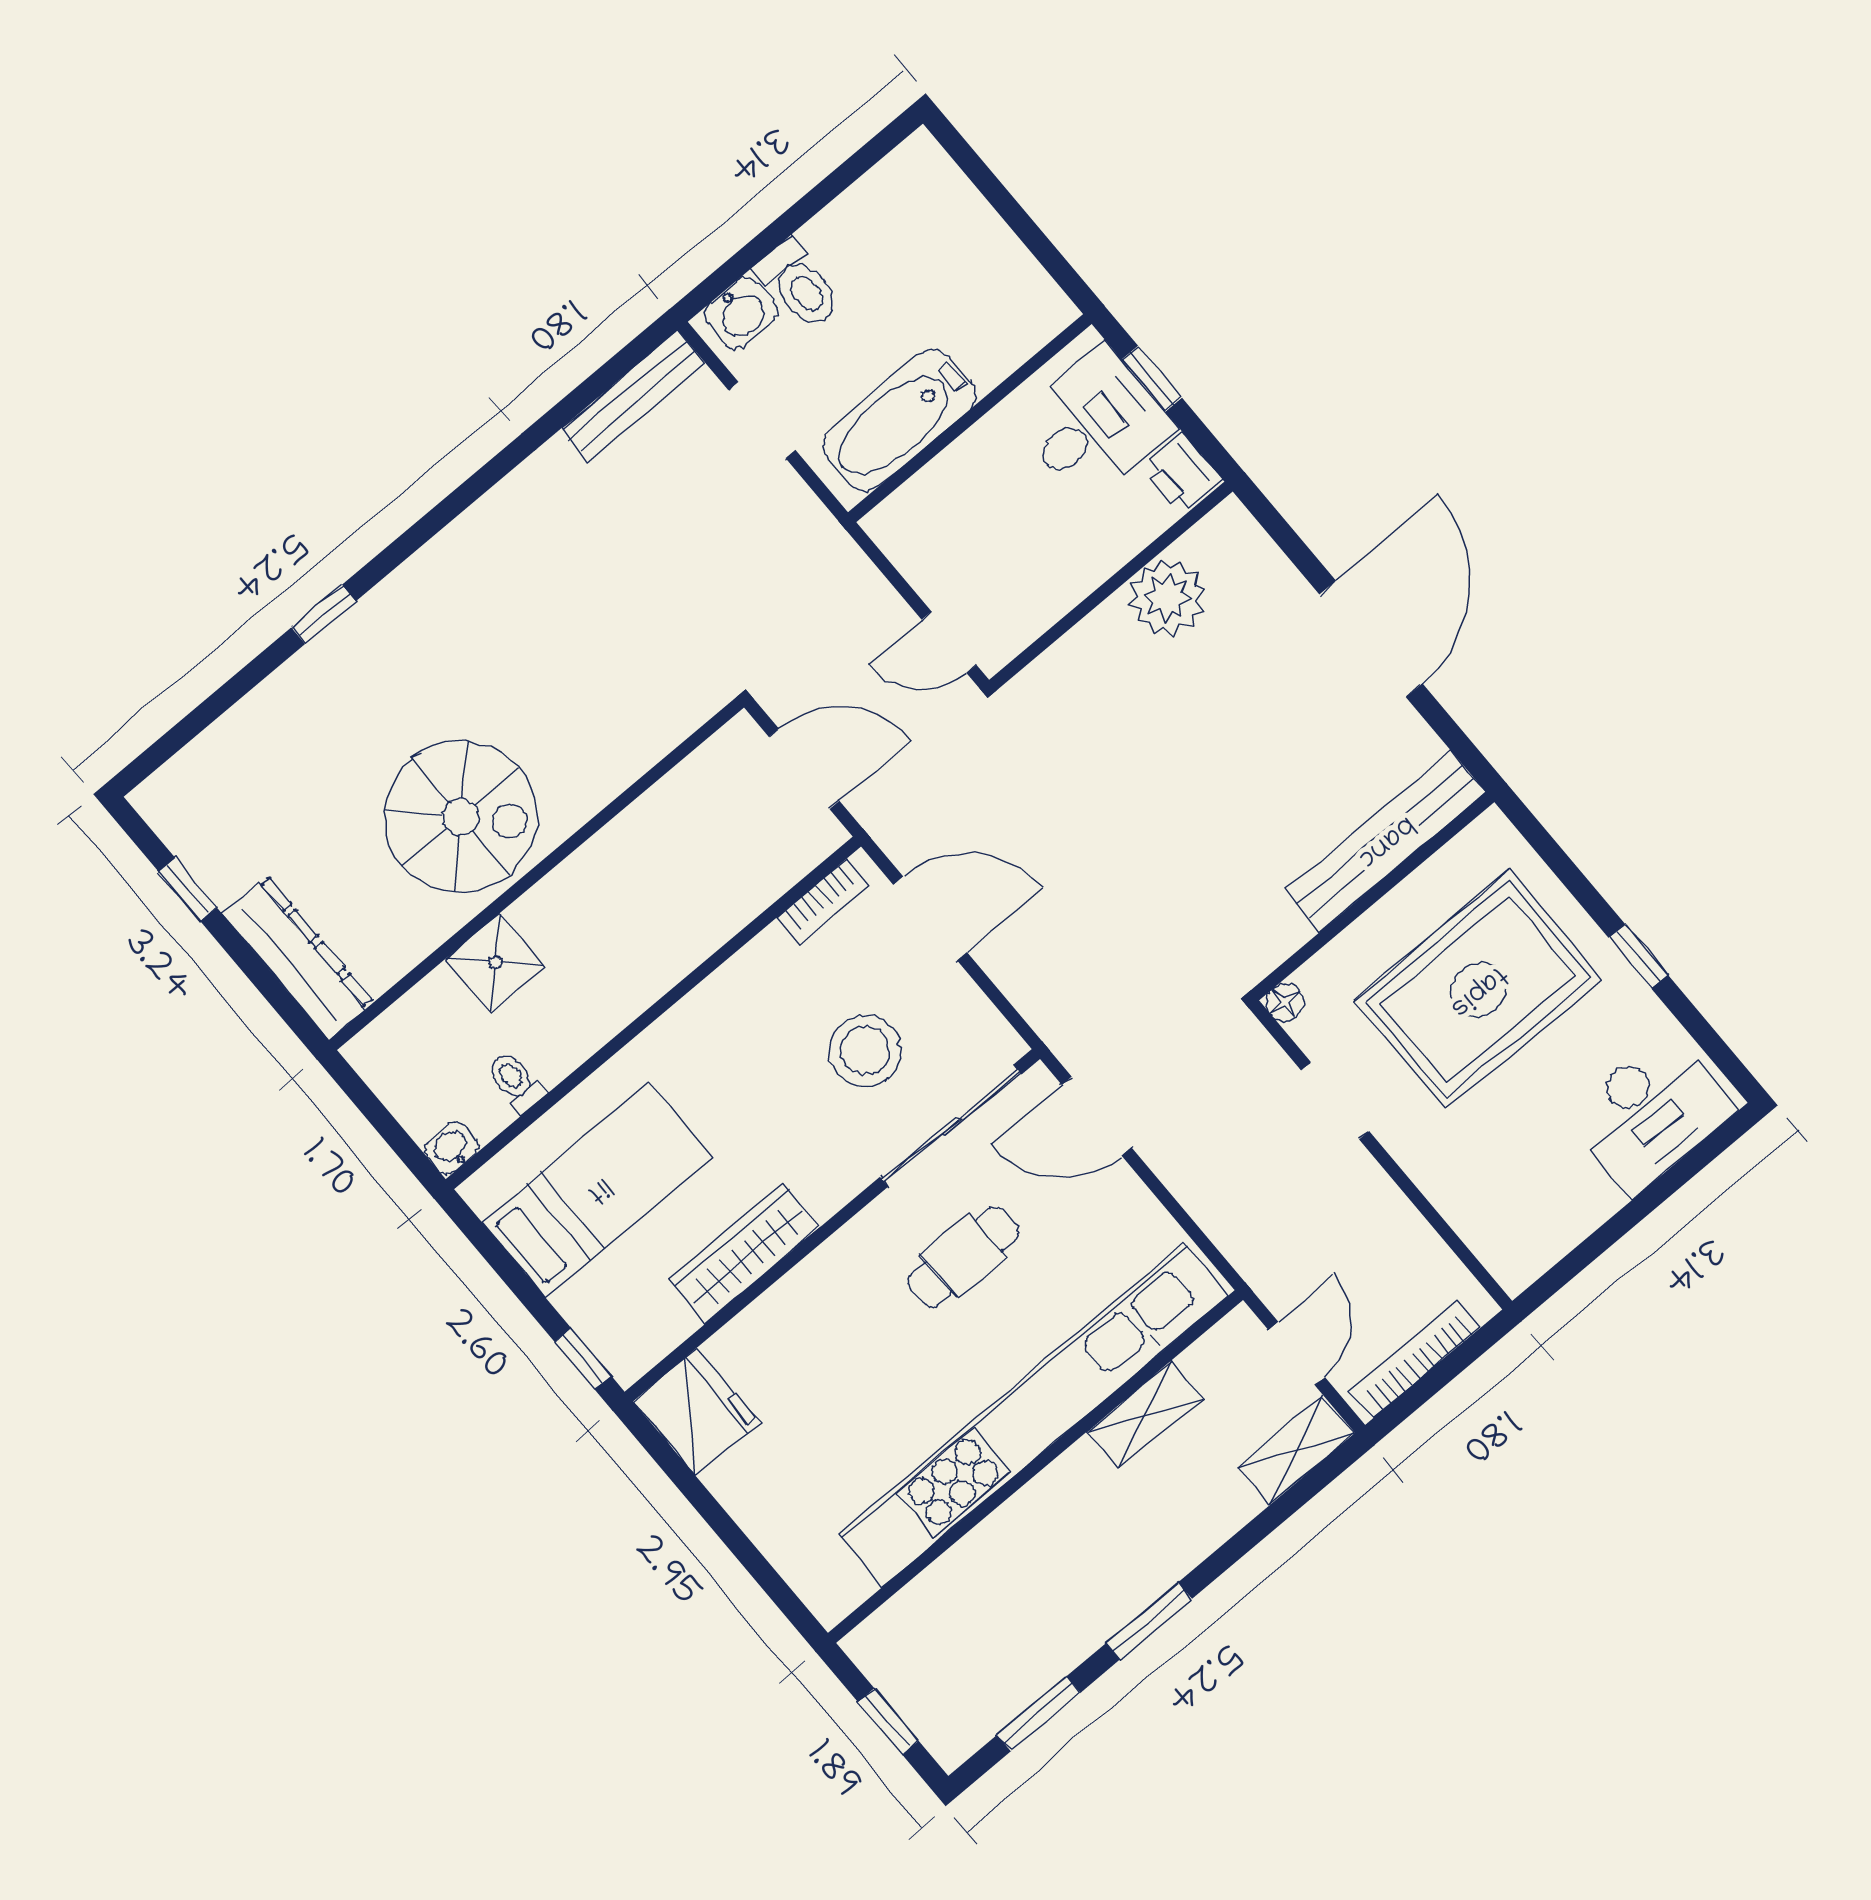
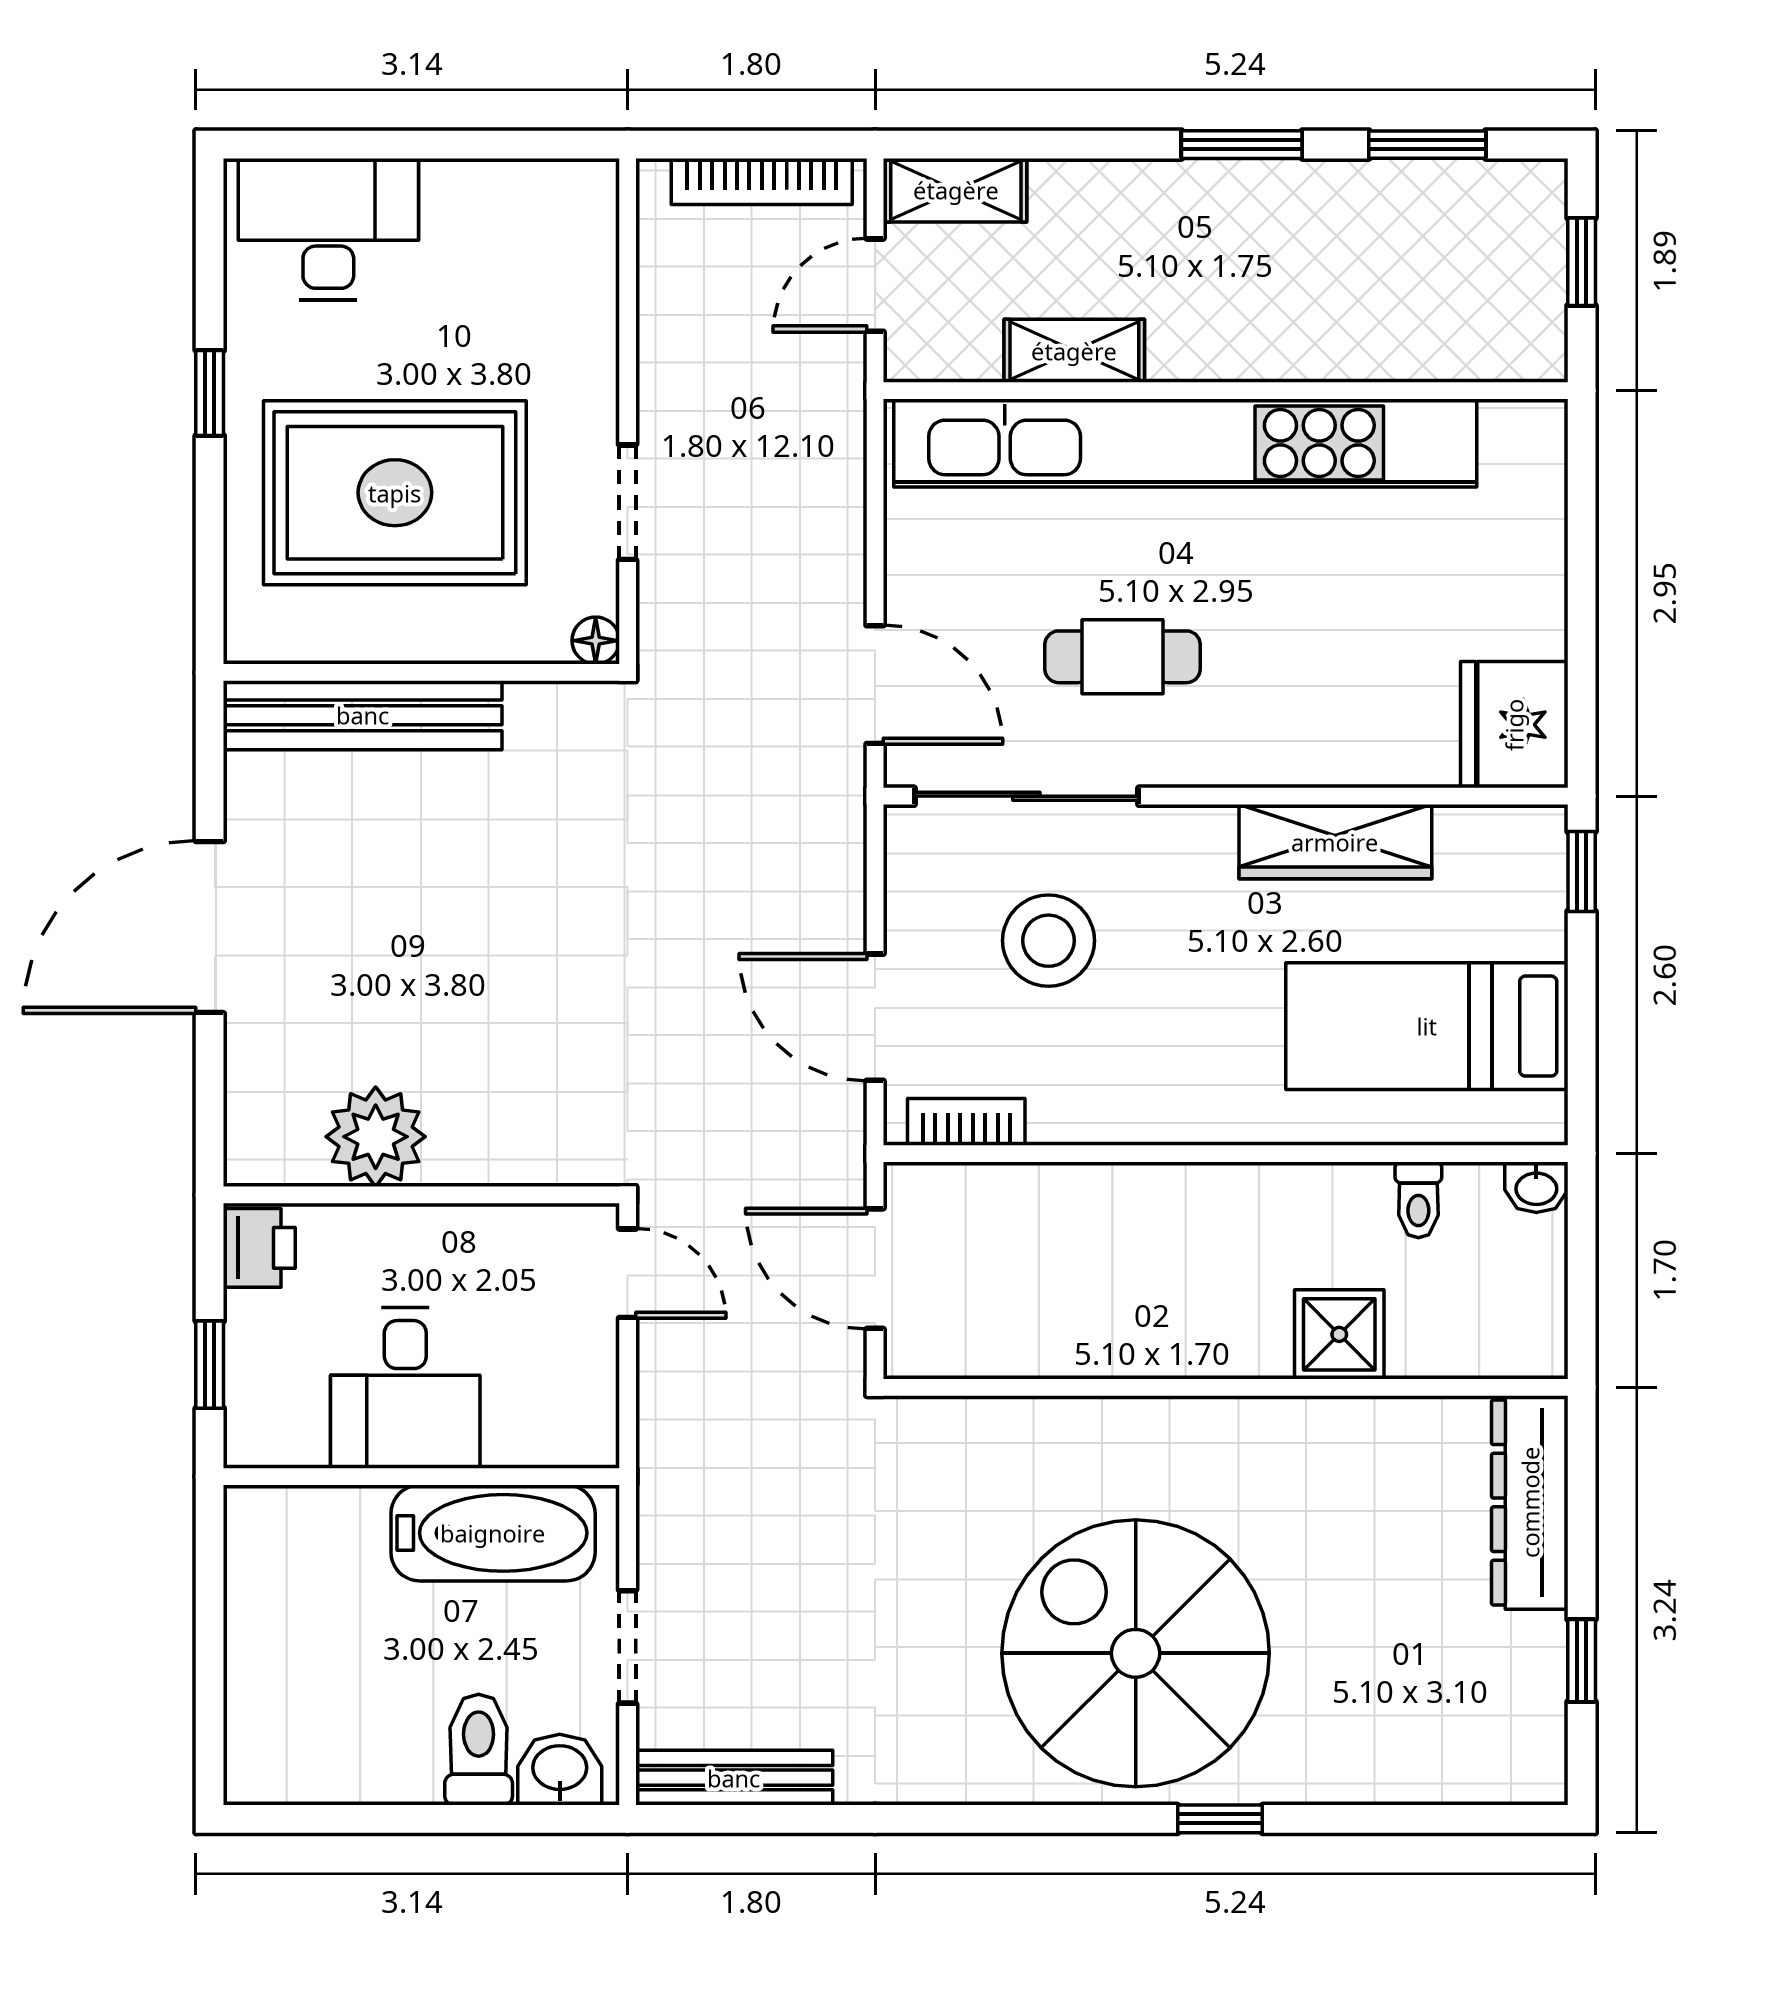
desk: (1094, 424) -> (405, 1388), moved, turned -90
spiral stairs: (461, 817) -> (1136, 1653), moved, width x1.37, depth x1.37

